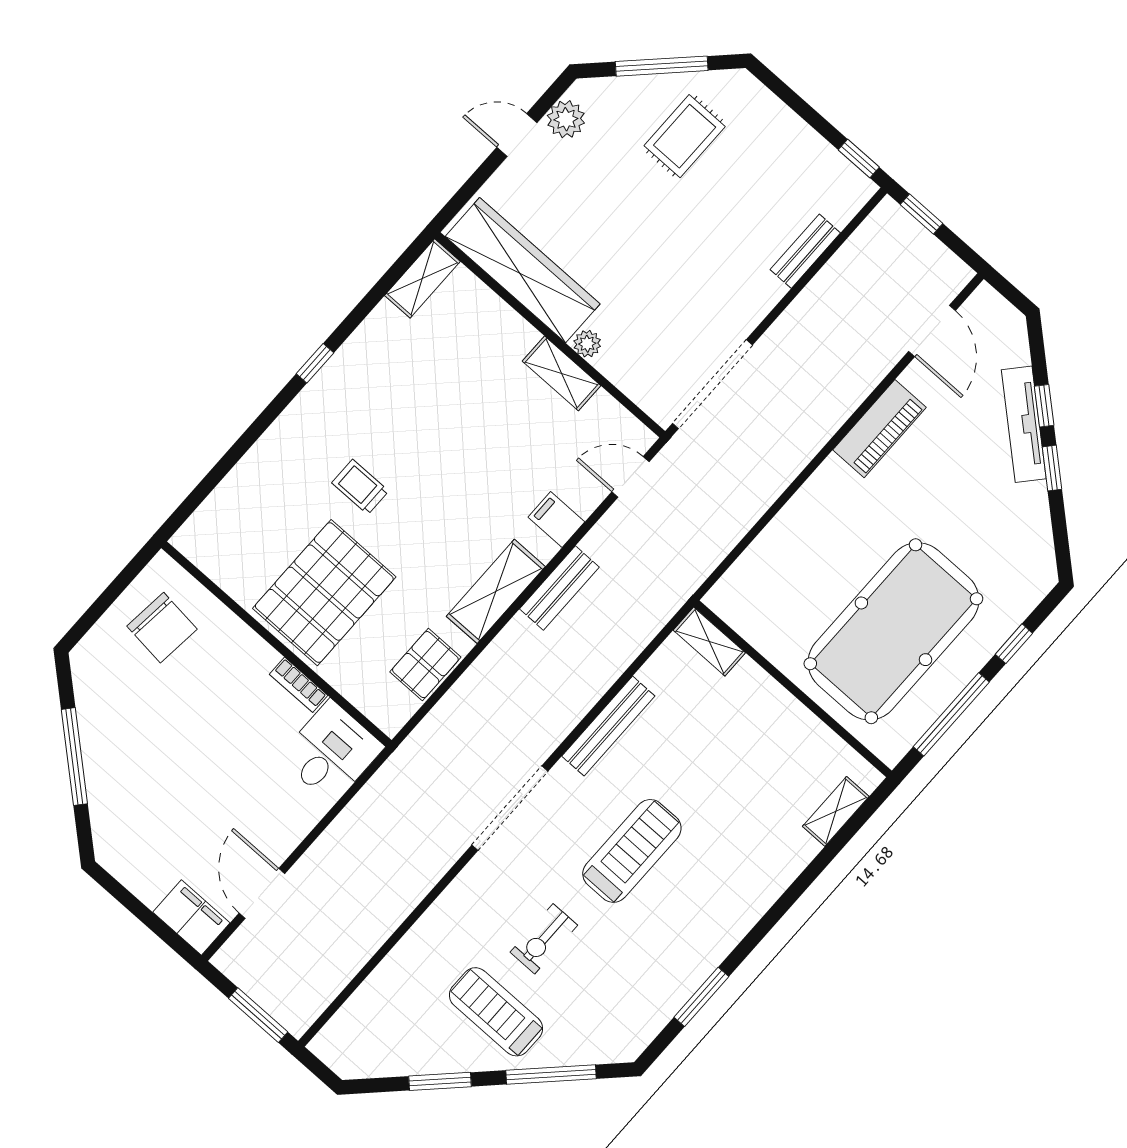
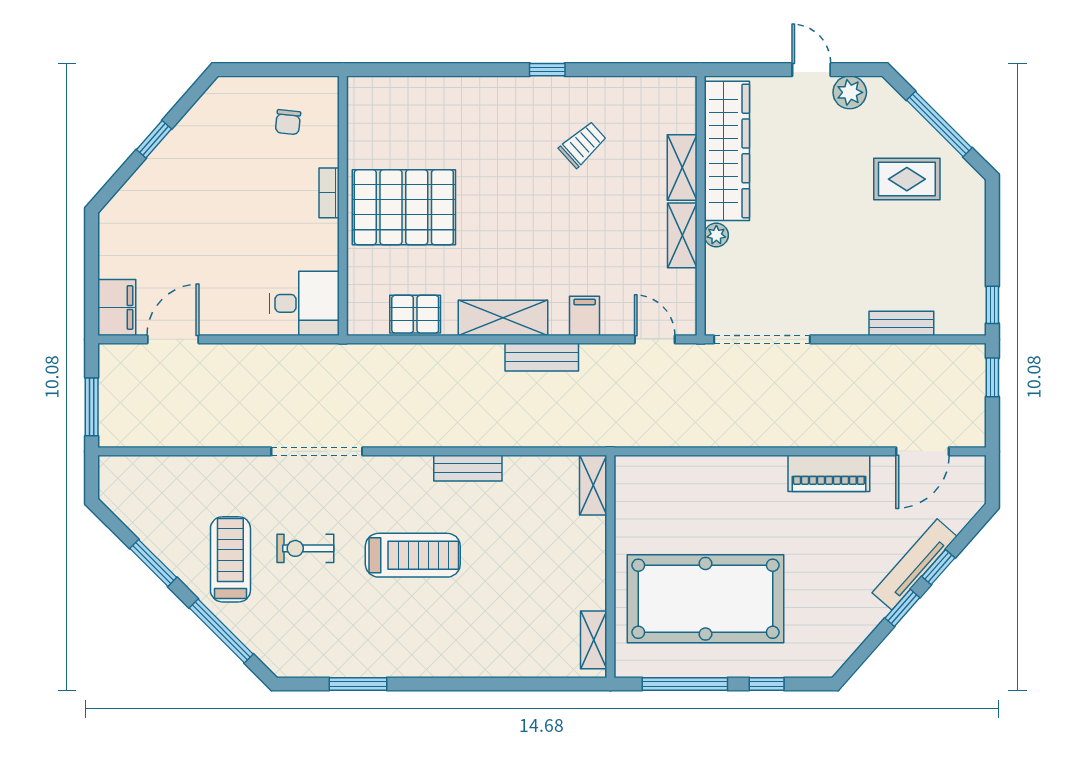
shelving: (422, 278) -> (682, 168), moved, turned 90
trolley: (360, 487) -> (583, 144), moved, turned 48
chair: (162, 628) -> (288, 122), width x0.54, depth x0.54
bookcase: (299, 685) -> (329, 193), moved
bench: (608, 726) -> (468, 468), width x0.73
window: (74, 757) -> (154, 139), width x0.46
doorway: (510, 808) -> (317, 451), moved
shelving: (836, 811) -> (594, 640), moved, turned 90

